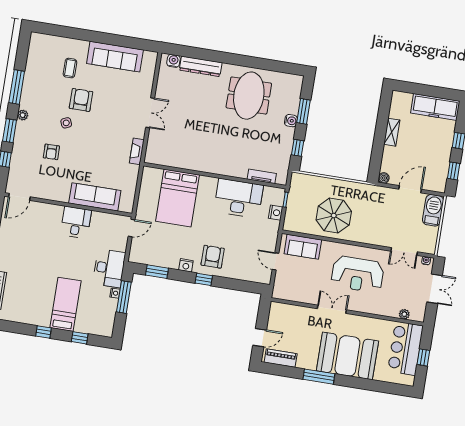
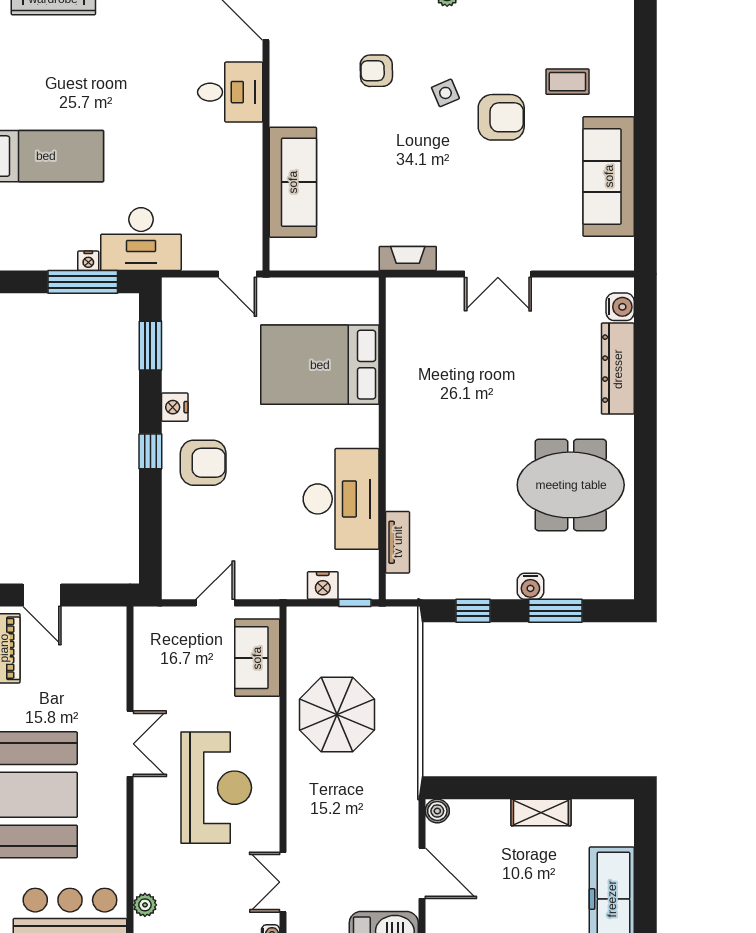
desk: (76, 222) -> (230, 92), moved
reception desk: (357, 274) -> (216, 788), turned 180

